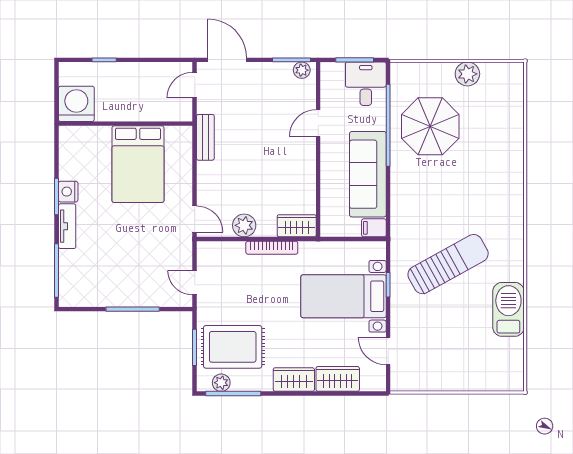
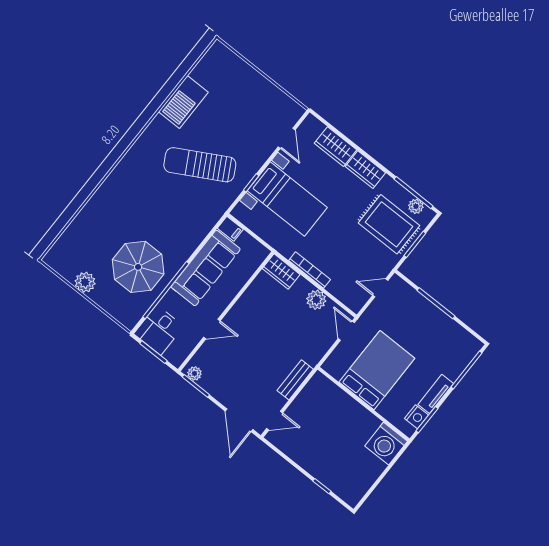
washing machine: (76, 104) -> (386, 444), moved
wall: (126, 124) -> (364, 404), moved
bed: (138, 164) -> (377, 370), moved
door: (195, 283) -> (380, 288), swing flipped

